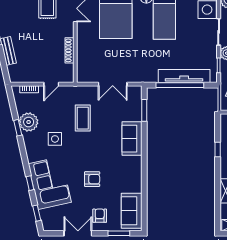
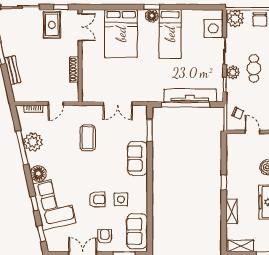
window: (18, 128) -> (22, 148), width x2.17
side table: (55, 139) -> (121, 199), moved
window: (218, 150) -> (224, 183), moved
floor lamp: (34, 153) -> (38, 174), added

